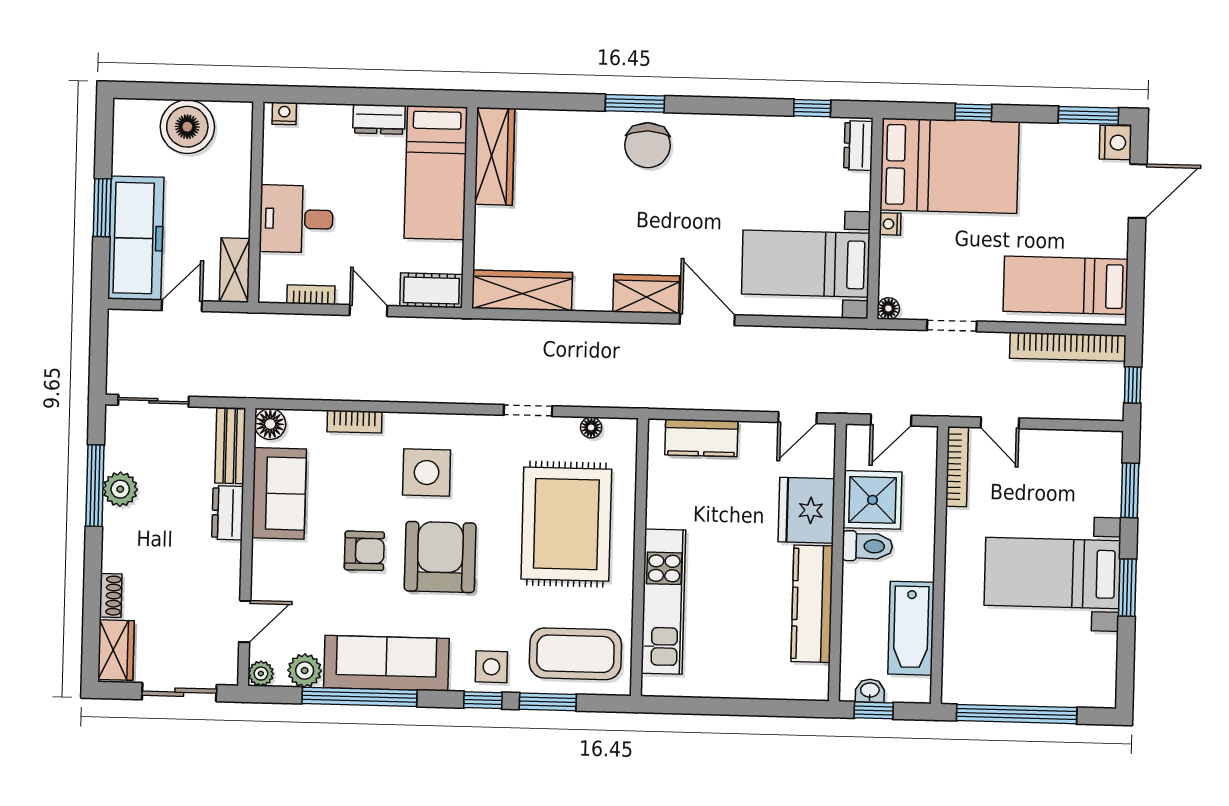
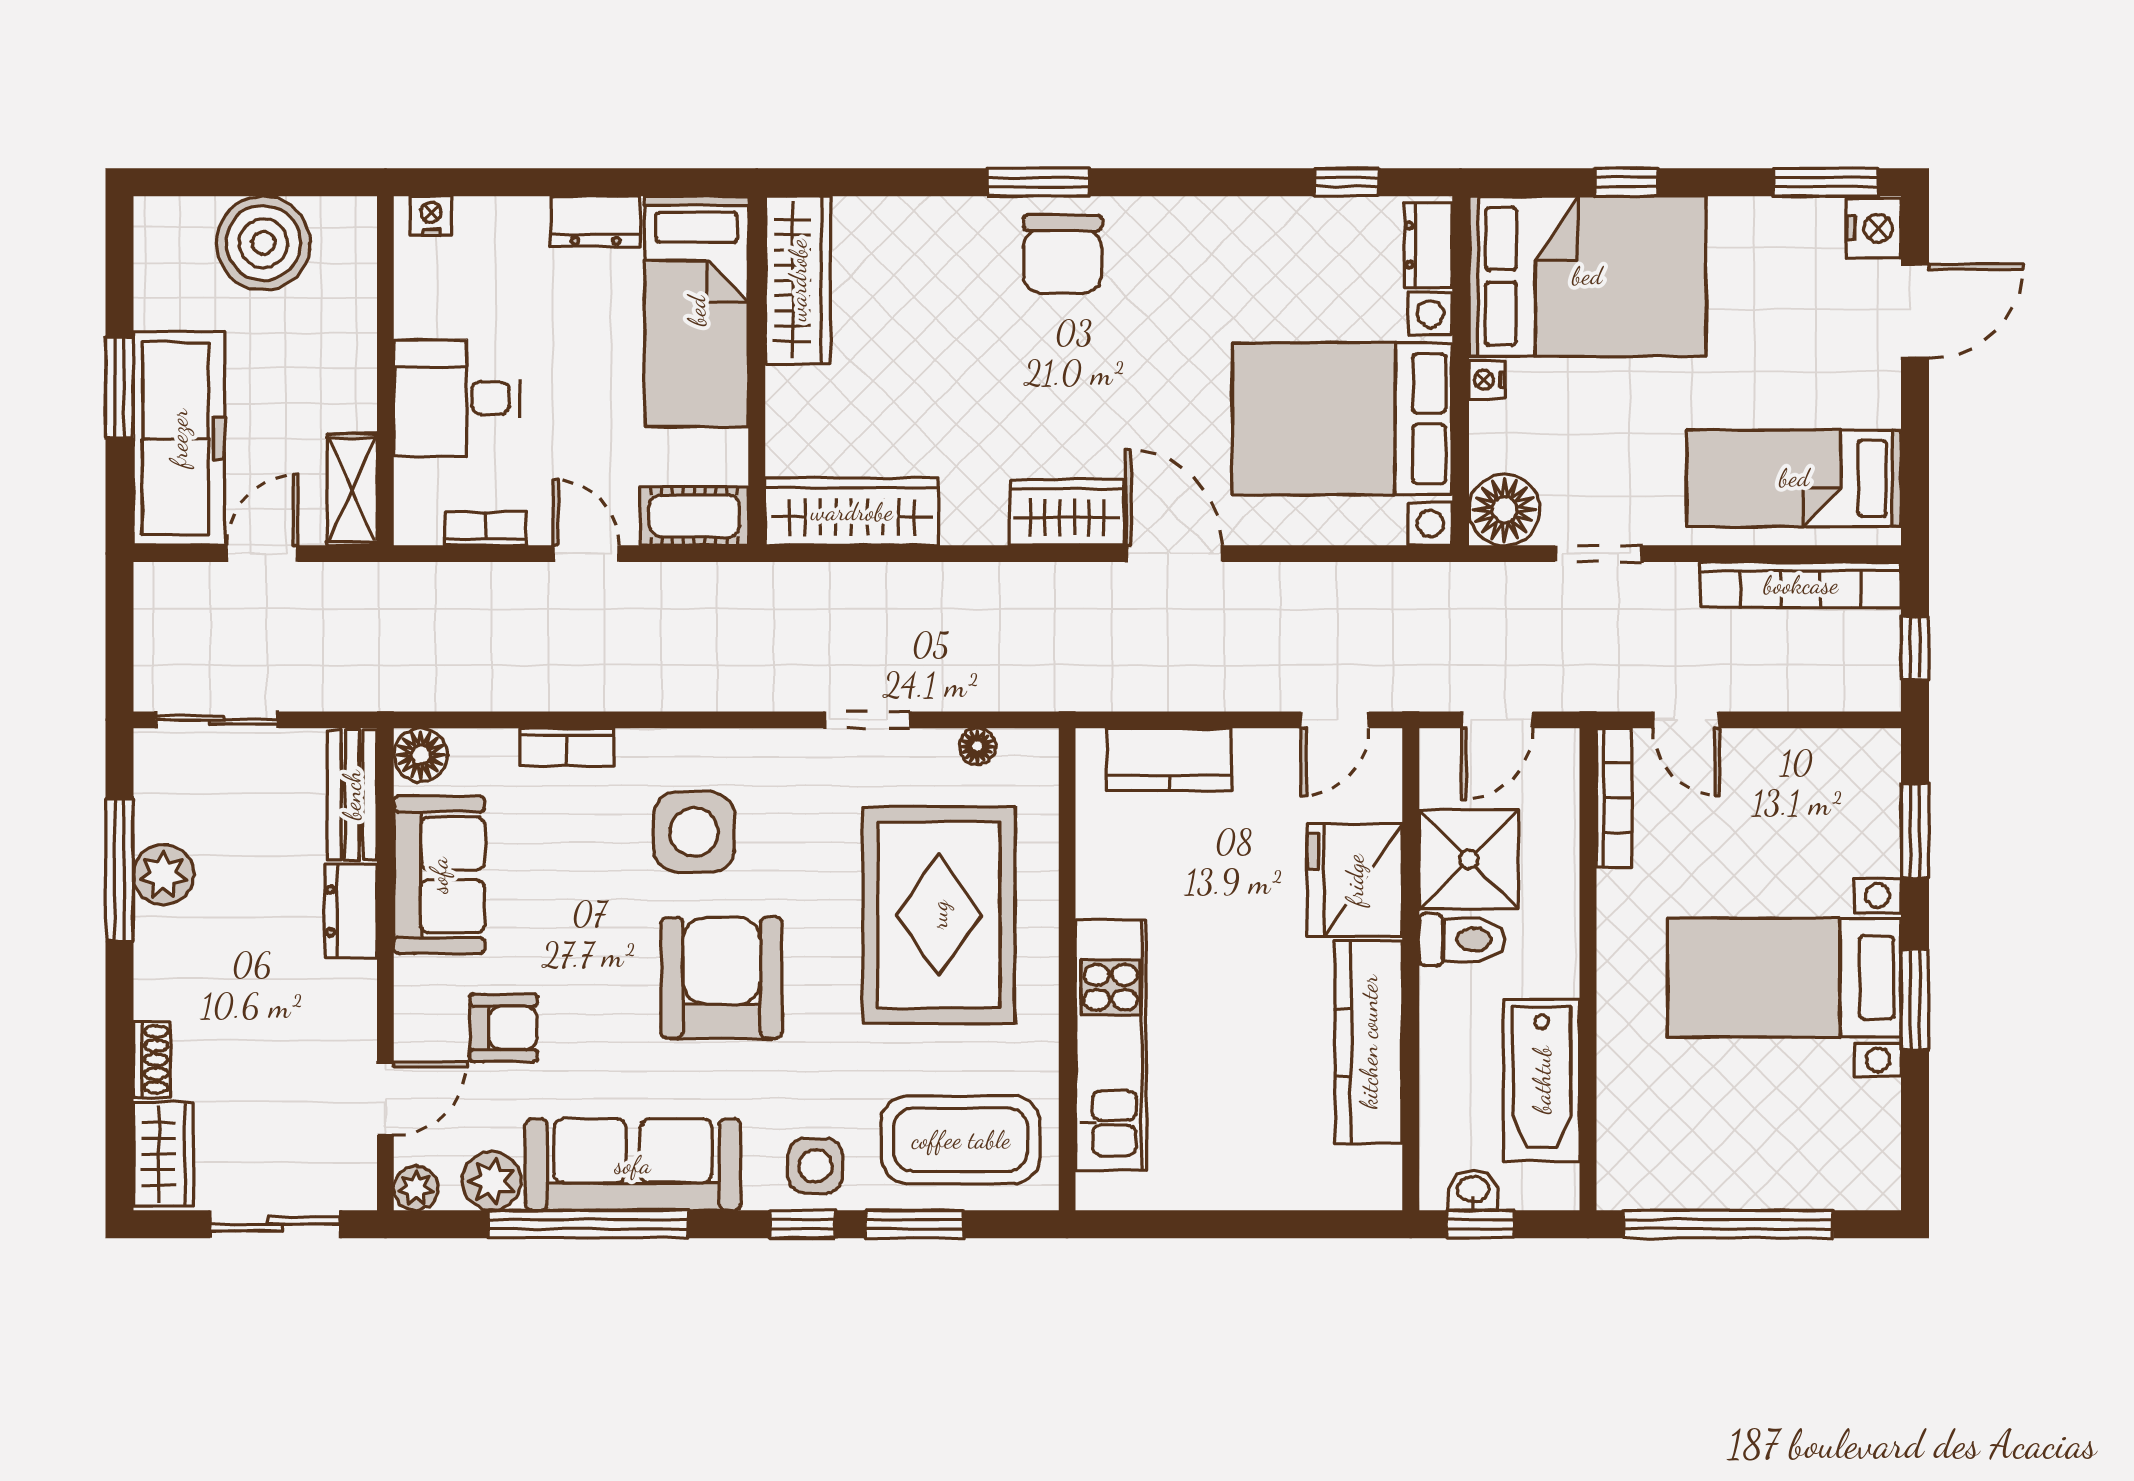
bed with nightstands: (806, 264) -> (1342, 419), width x1.36
floor lamp: (888, 308) -> (1504, 510), width x1.89, depth x1.89
armchair: (364, 551) -> (504, 1028), moved

